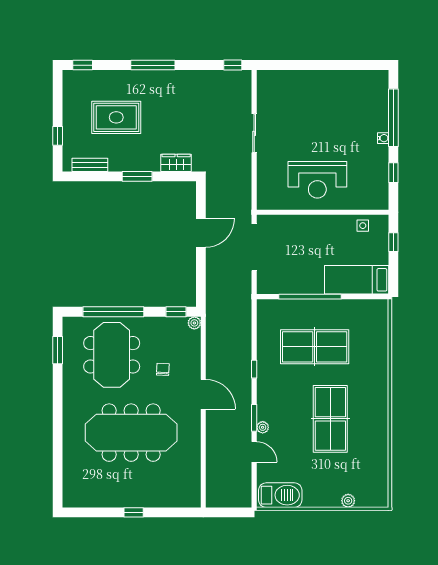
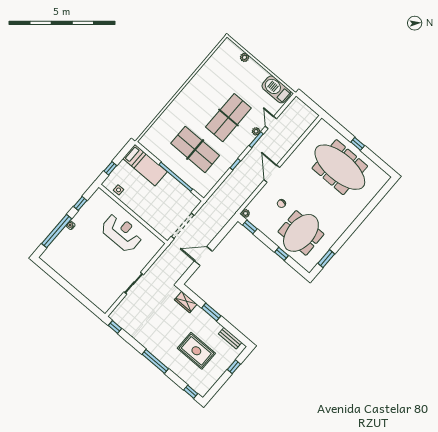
window: (113, 312) -> (282, 254), width x0.32
table tennis table: (330, 419) -> (228, 118), moved
meeting table: (131, 433) -> (340, 167), moved

